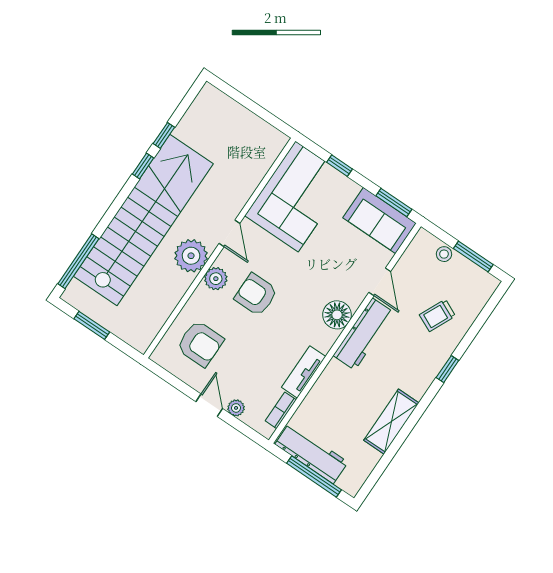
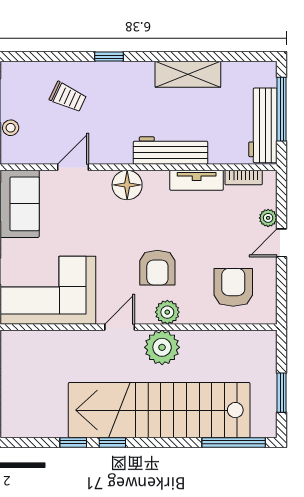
workbench: (363, 334) -> (171, 151), moved

